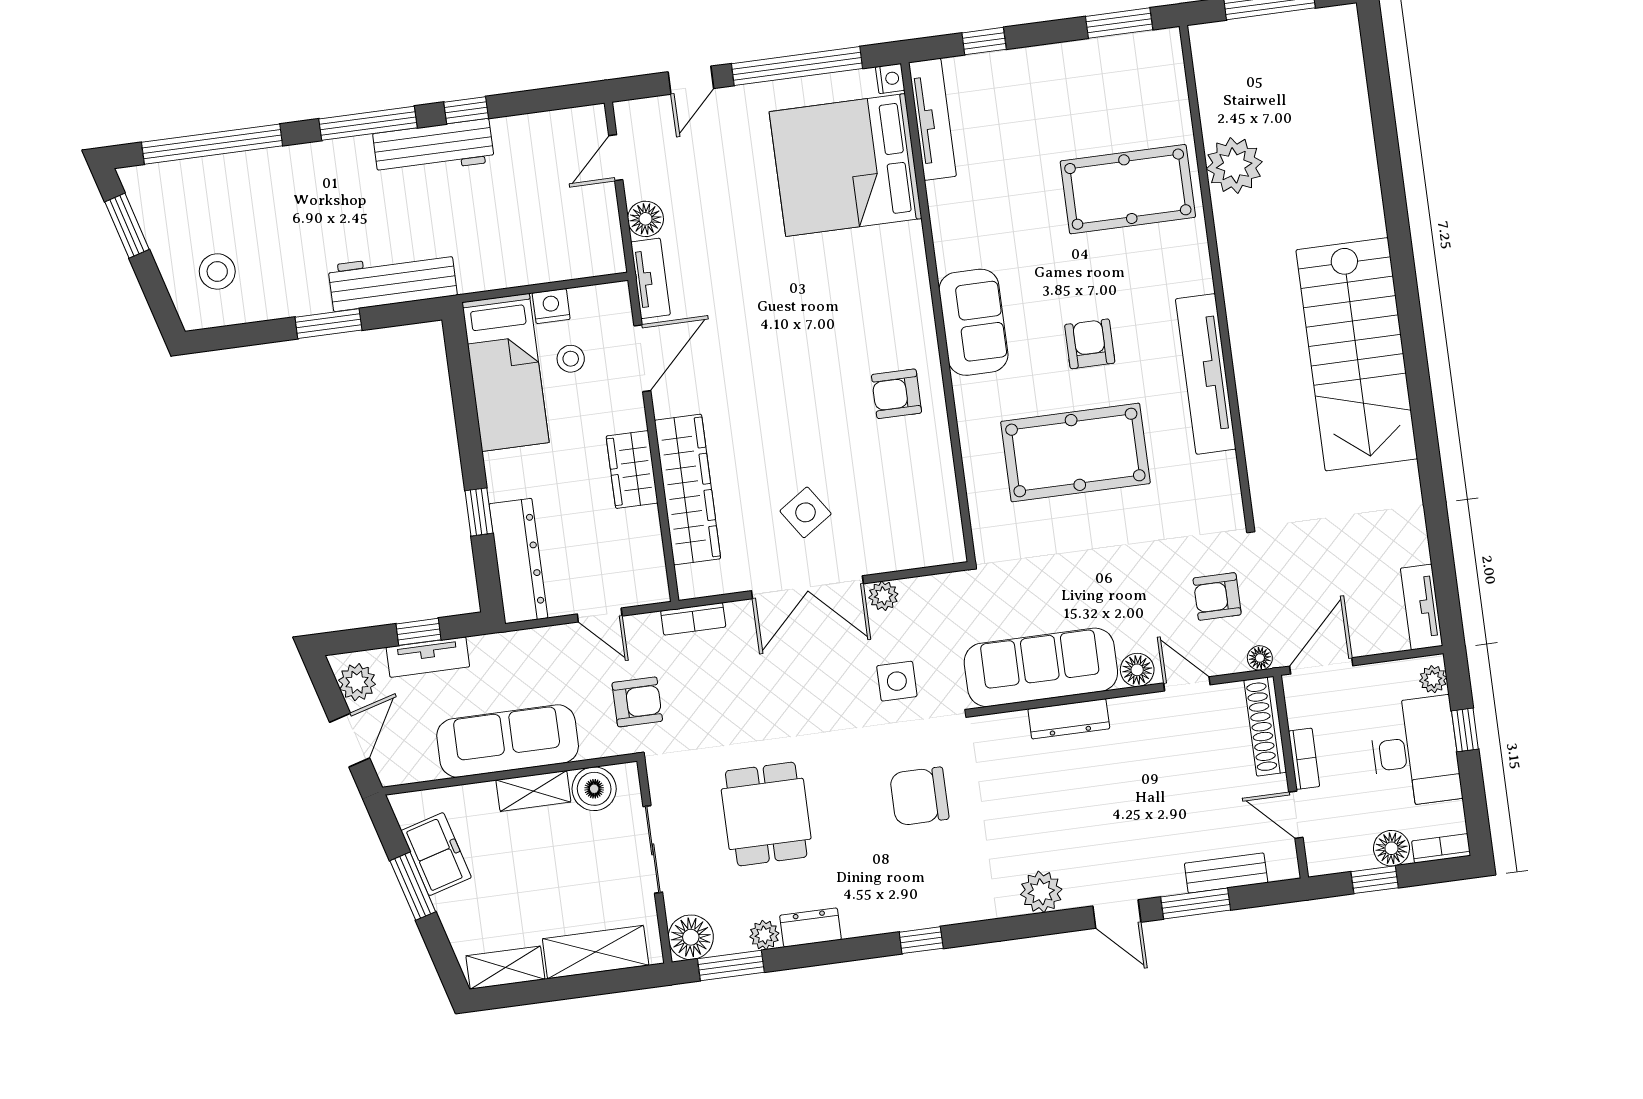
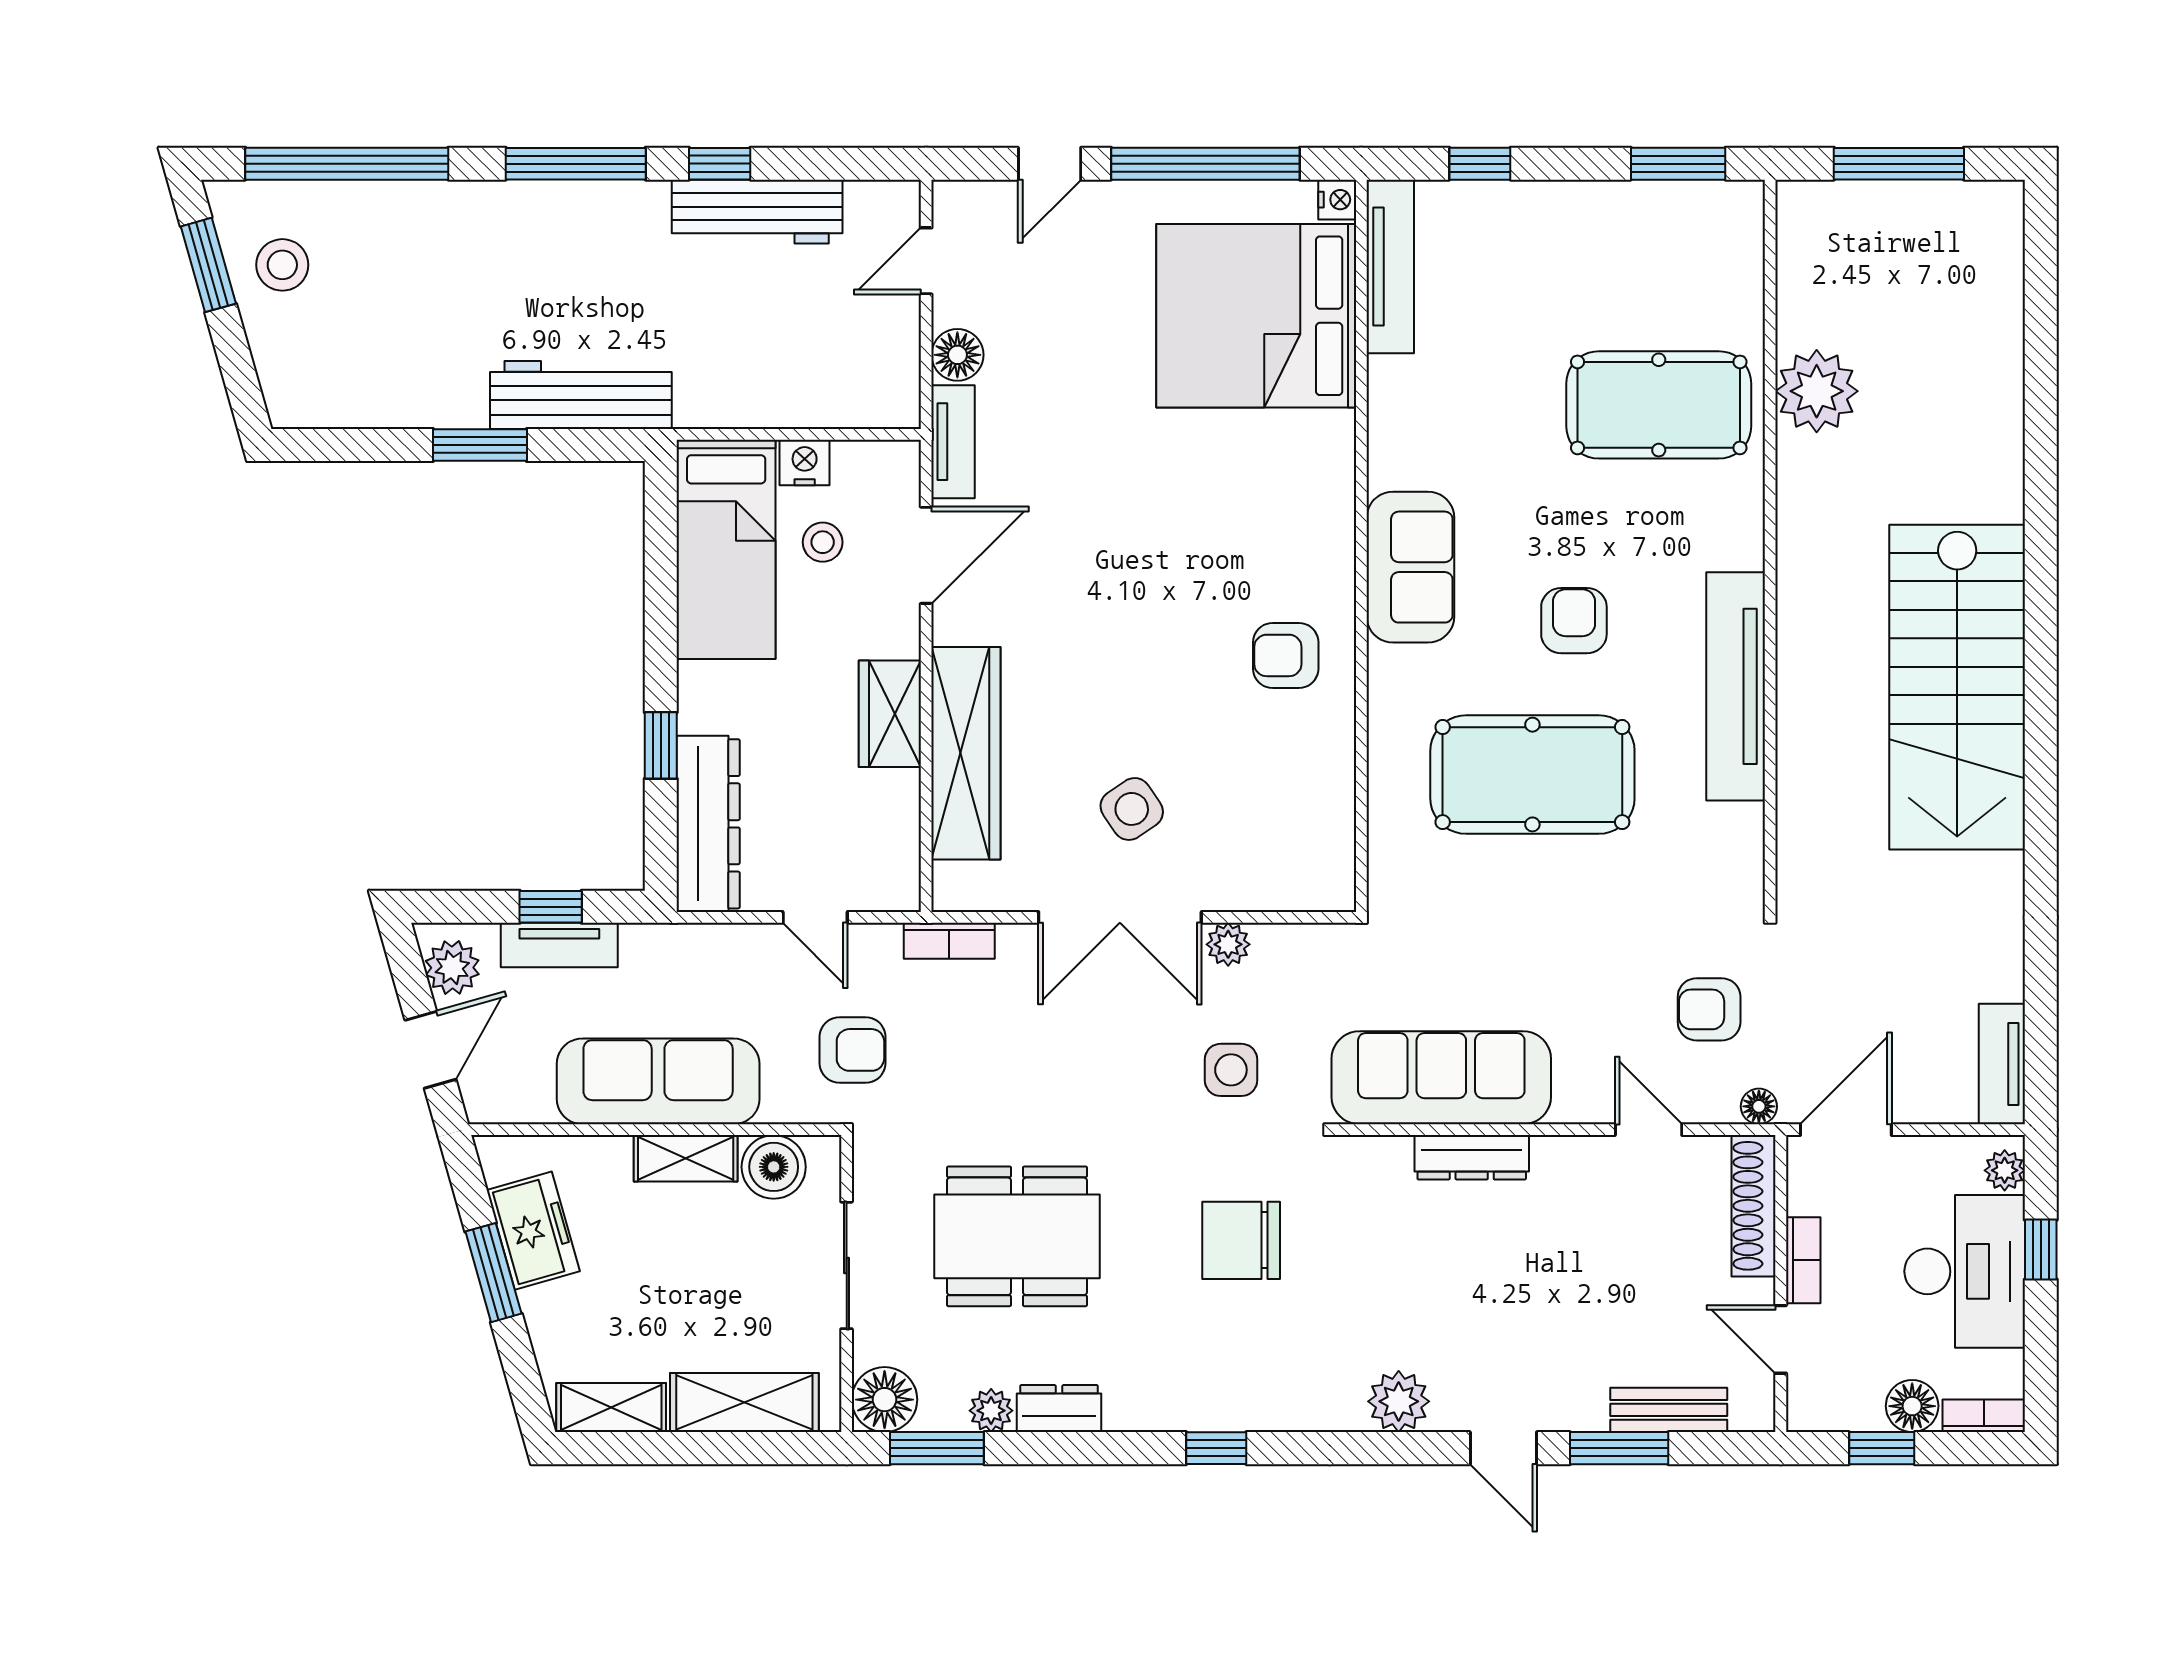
workbench: (434, 148) -> (757, 212), moved
stool: (217, 271) -> (282, 265), moved
floor lamp: (1137, 670) -> (1580, 1100), removed
dining table: (766, 814) -> (1017, 1236), width x1.38

